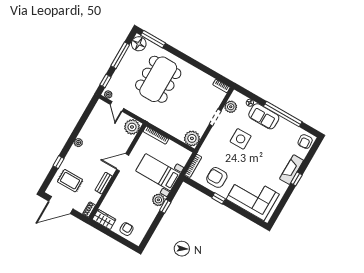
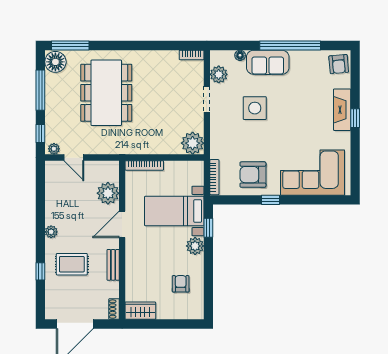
plant: (132, 127) -> (108, 193), moved
rug: (70, 181) -> (72, 264), moved
window: (165, 206) -> (208, 228), moved
armchair: (127, 229) -> (181, 284), moved

